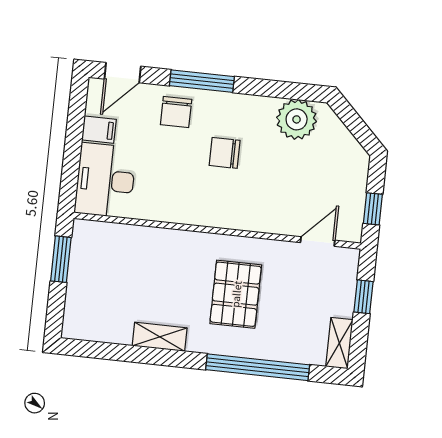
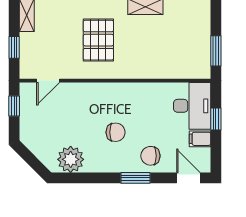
door: (123, 73) -> (188, 178), hinge flipped
window: (202, 81) -> (136, 178), width x0.69
chair: (176, 112) -> (150, 156), turned -90
window: (72, 157) -> (216, 119), added

